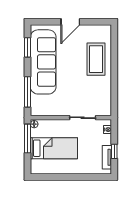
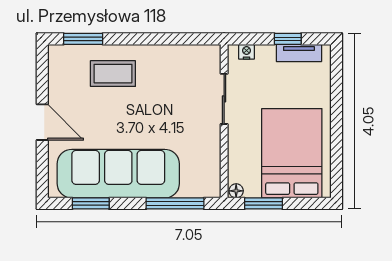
window: (114, 43) -> (83, 39), added
coffee table: (96, 59) -> (113, 74), width x0.73, depth x0.76
window: (28, 139) -> (264, 203), width x0.69
bed: (54, 148) -> (292, 153), width x1.50

